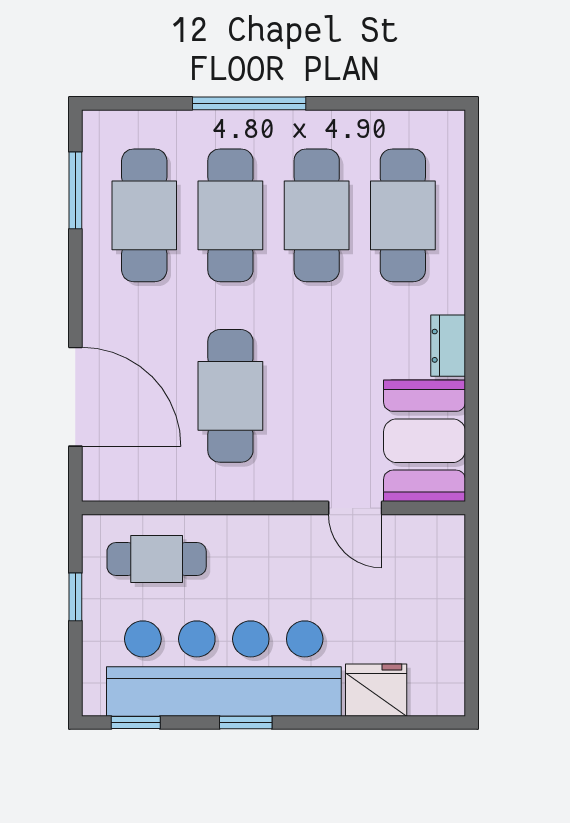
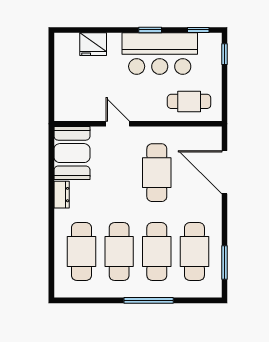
door: (355, 508) -> (118, 124), moved
window: (75, 597) -> (225, 54), moved
bar counter: (224, 669) -> (160, 54), width x0.73

